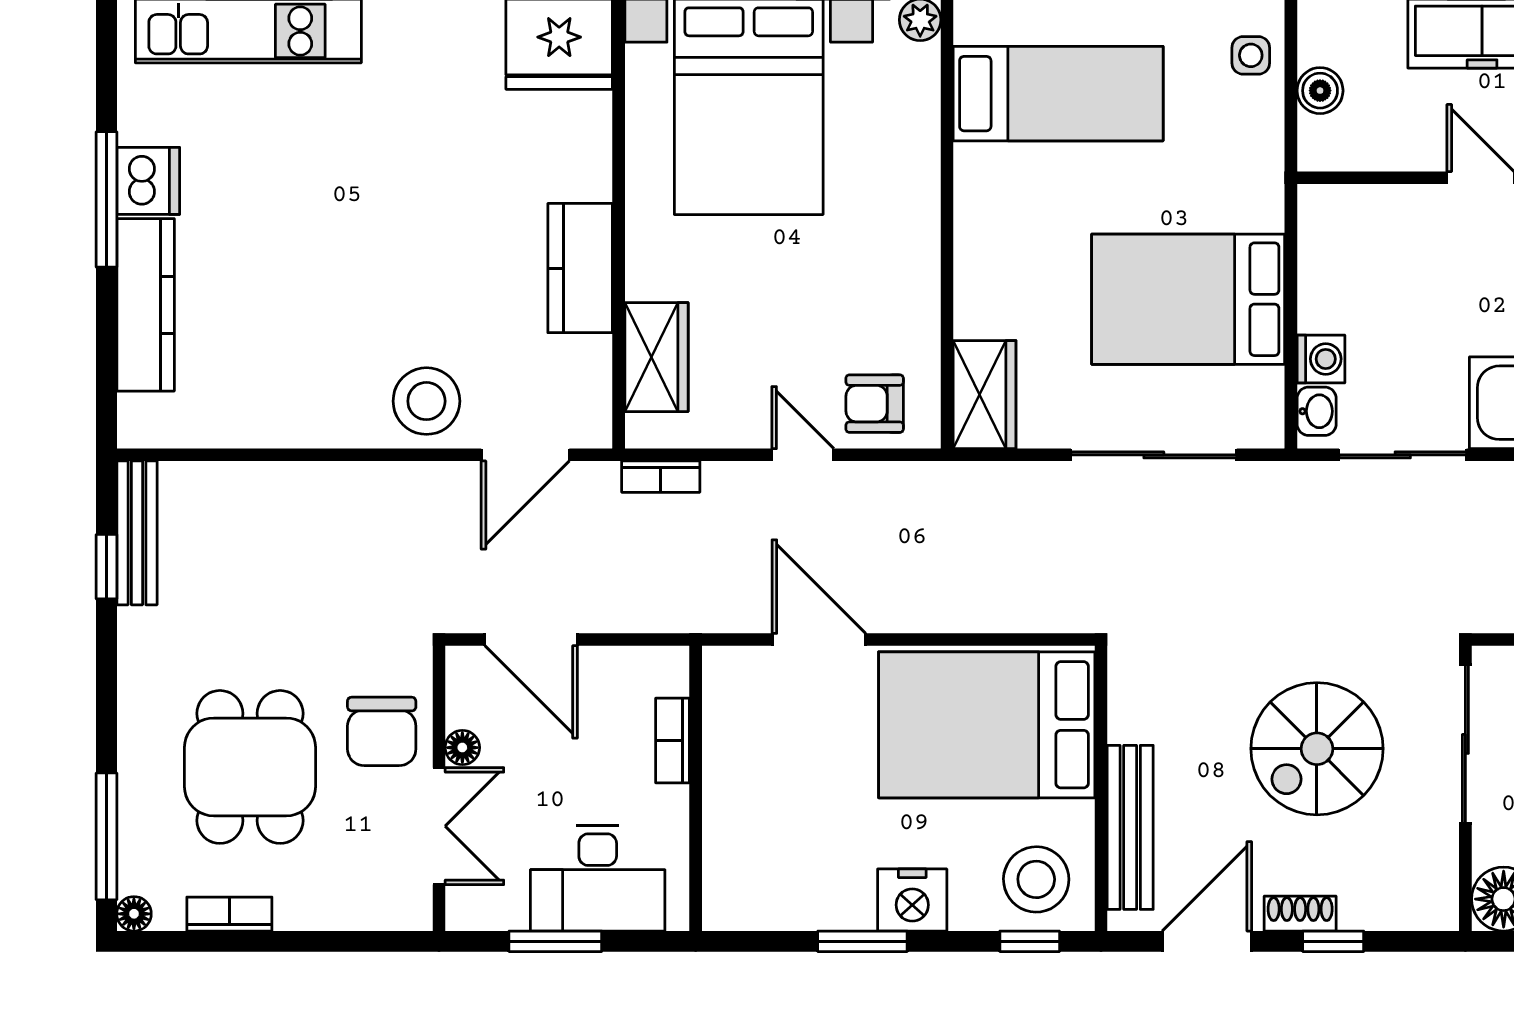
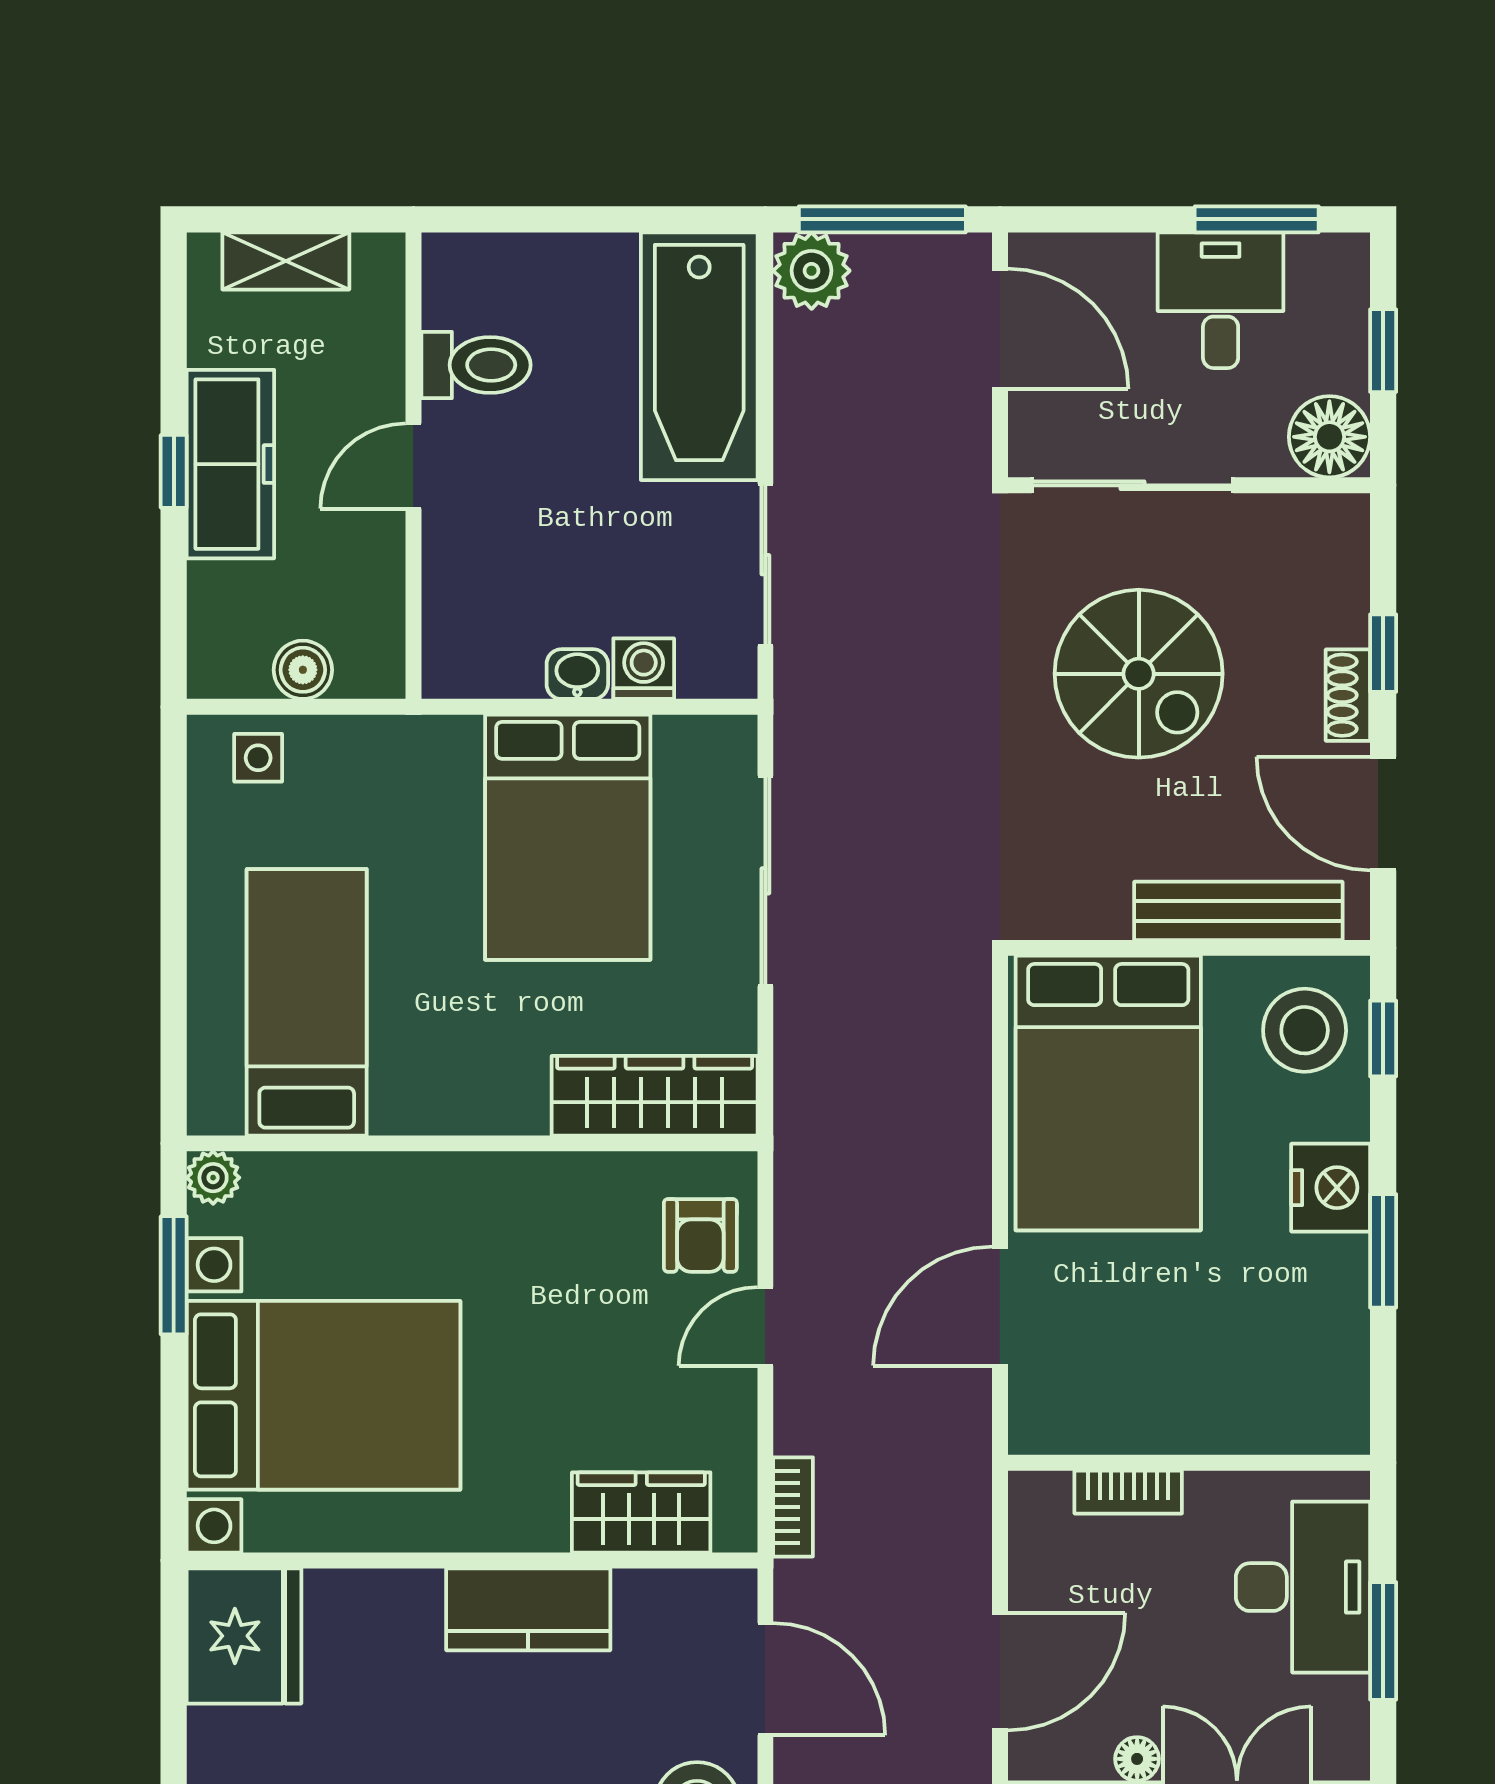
wardrobe: (985, 395) -> (655, 1096), width x1.50
washbasin: (1317, 411) -> (577, 674), moved

